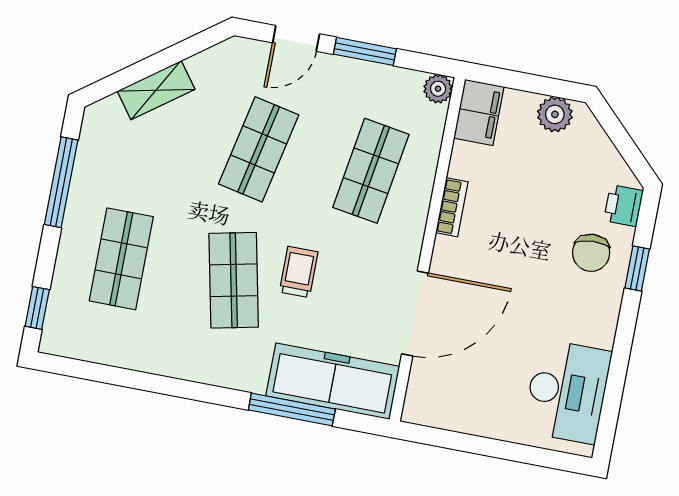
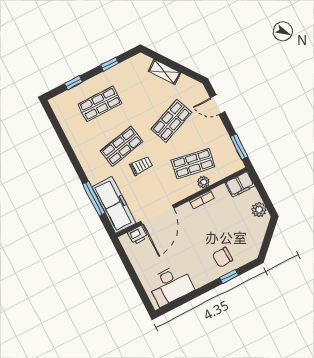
window: (365, 51) -> (239, 147), moved
plant: (438, 89) -> (203, 182), moved
shop shelf: (259, 149) -> (171, 121), turned -33
window: (61, 182) -> (110, 64), width x0.46
printer: (623, 206) -> (138, 235), moved, turned 180
window: (37, 308) -> (73, 83), moved
door: (415, 314) -> (157, 215), hinge flipped

